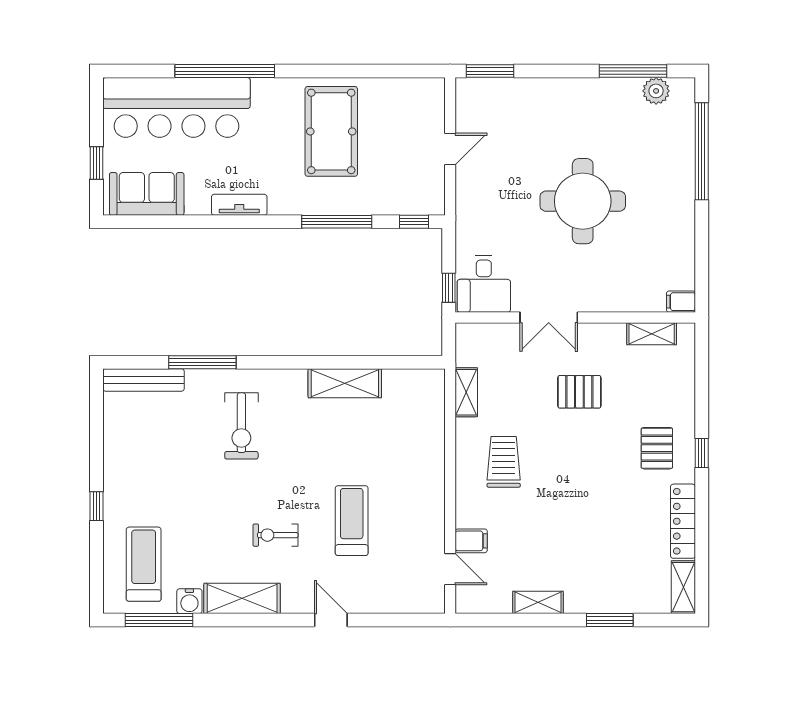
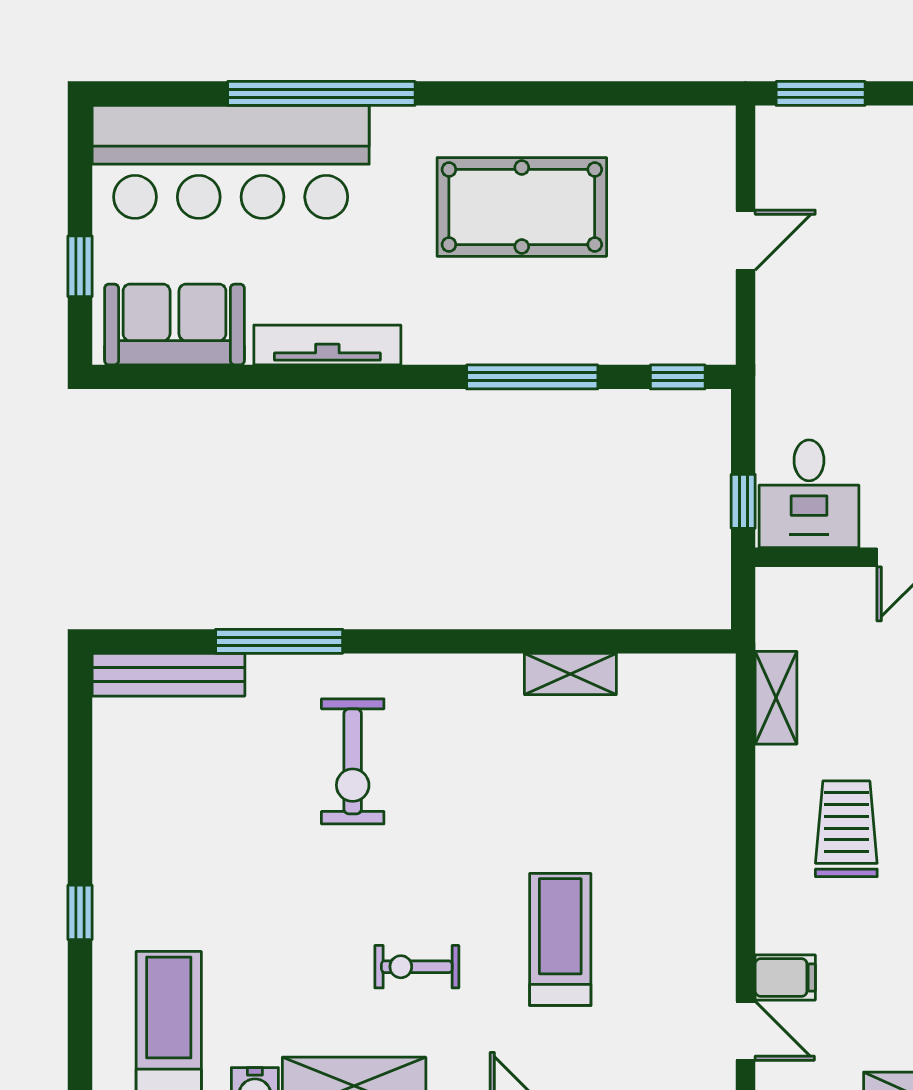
pool table: (331, 131) -> (522, 207), turned 90
tv unit: (239, 205) -> (327, 345), width x1.41
shelving: (345, 383) -> (570, 674), width x0.67, depth x0.75

